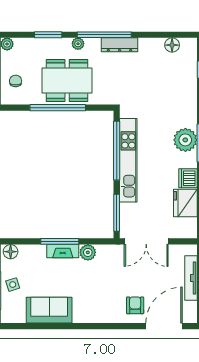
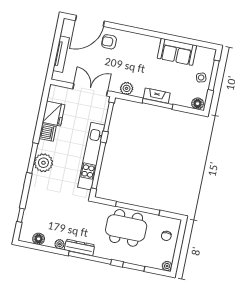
plant: (78, 44) -> (60, 244), moved
plant: (88, 252) -> (127, 88), moved
armchair: (135, 305) -> (109, 42), turned 90

